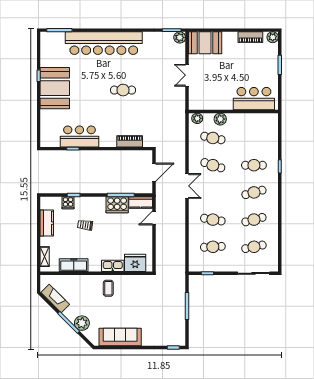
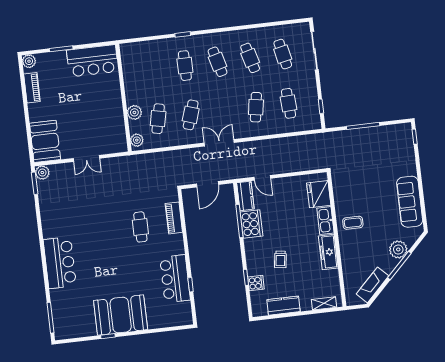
bar counter: (104, 43) -> (60, 263), width x0.54
cafe table: (123, 90) -> (140, 227), moved
bar counter: (254, 99) -> (92, 61), moved, turned -90
door: (154, 172) -> (207, 184), swing flipped
freezer: (74, 265) -> (328, 252), moved

